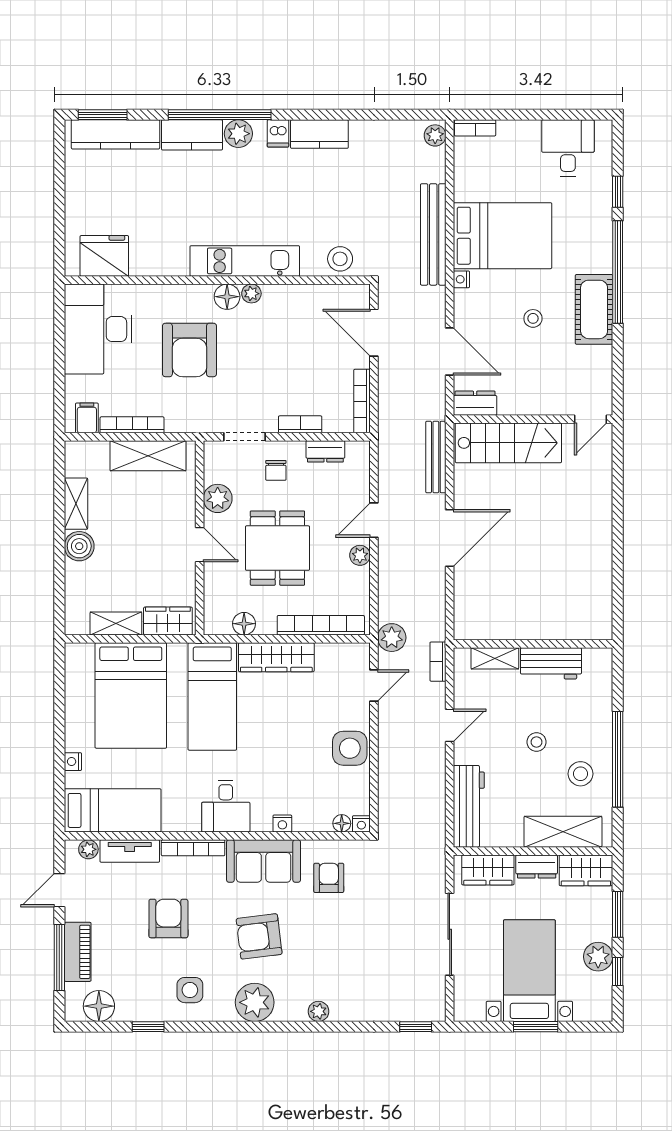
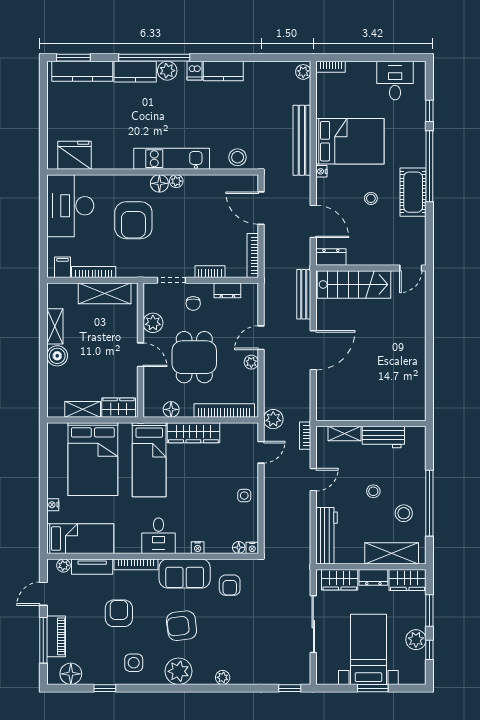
side table: (350, 748) -> (244, 496), width x0.54, depth x0.54
armchair: (329, 878) -> (230, 585), turned 180

